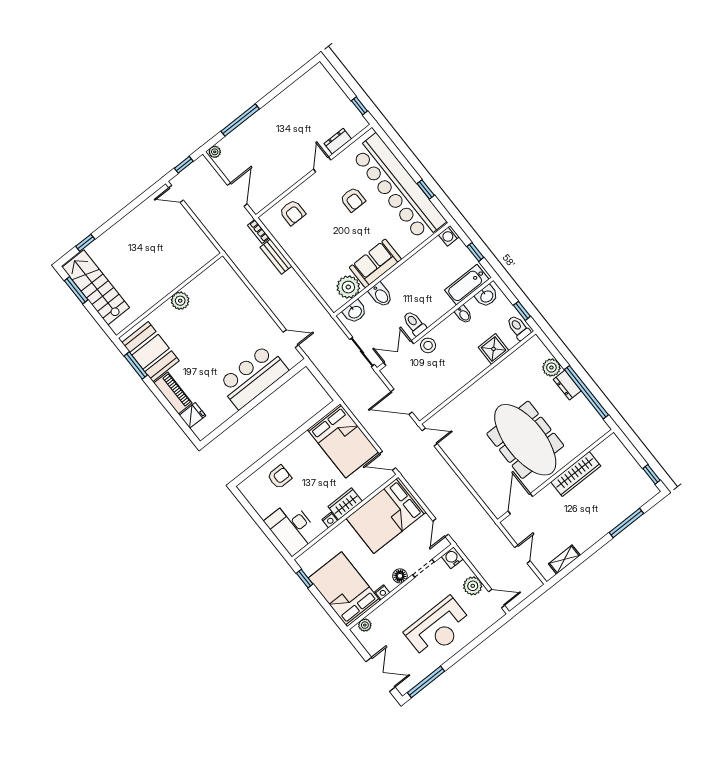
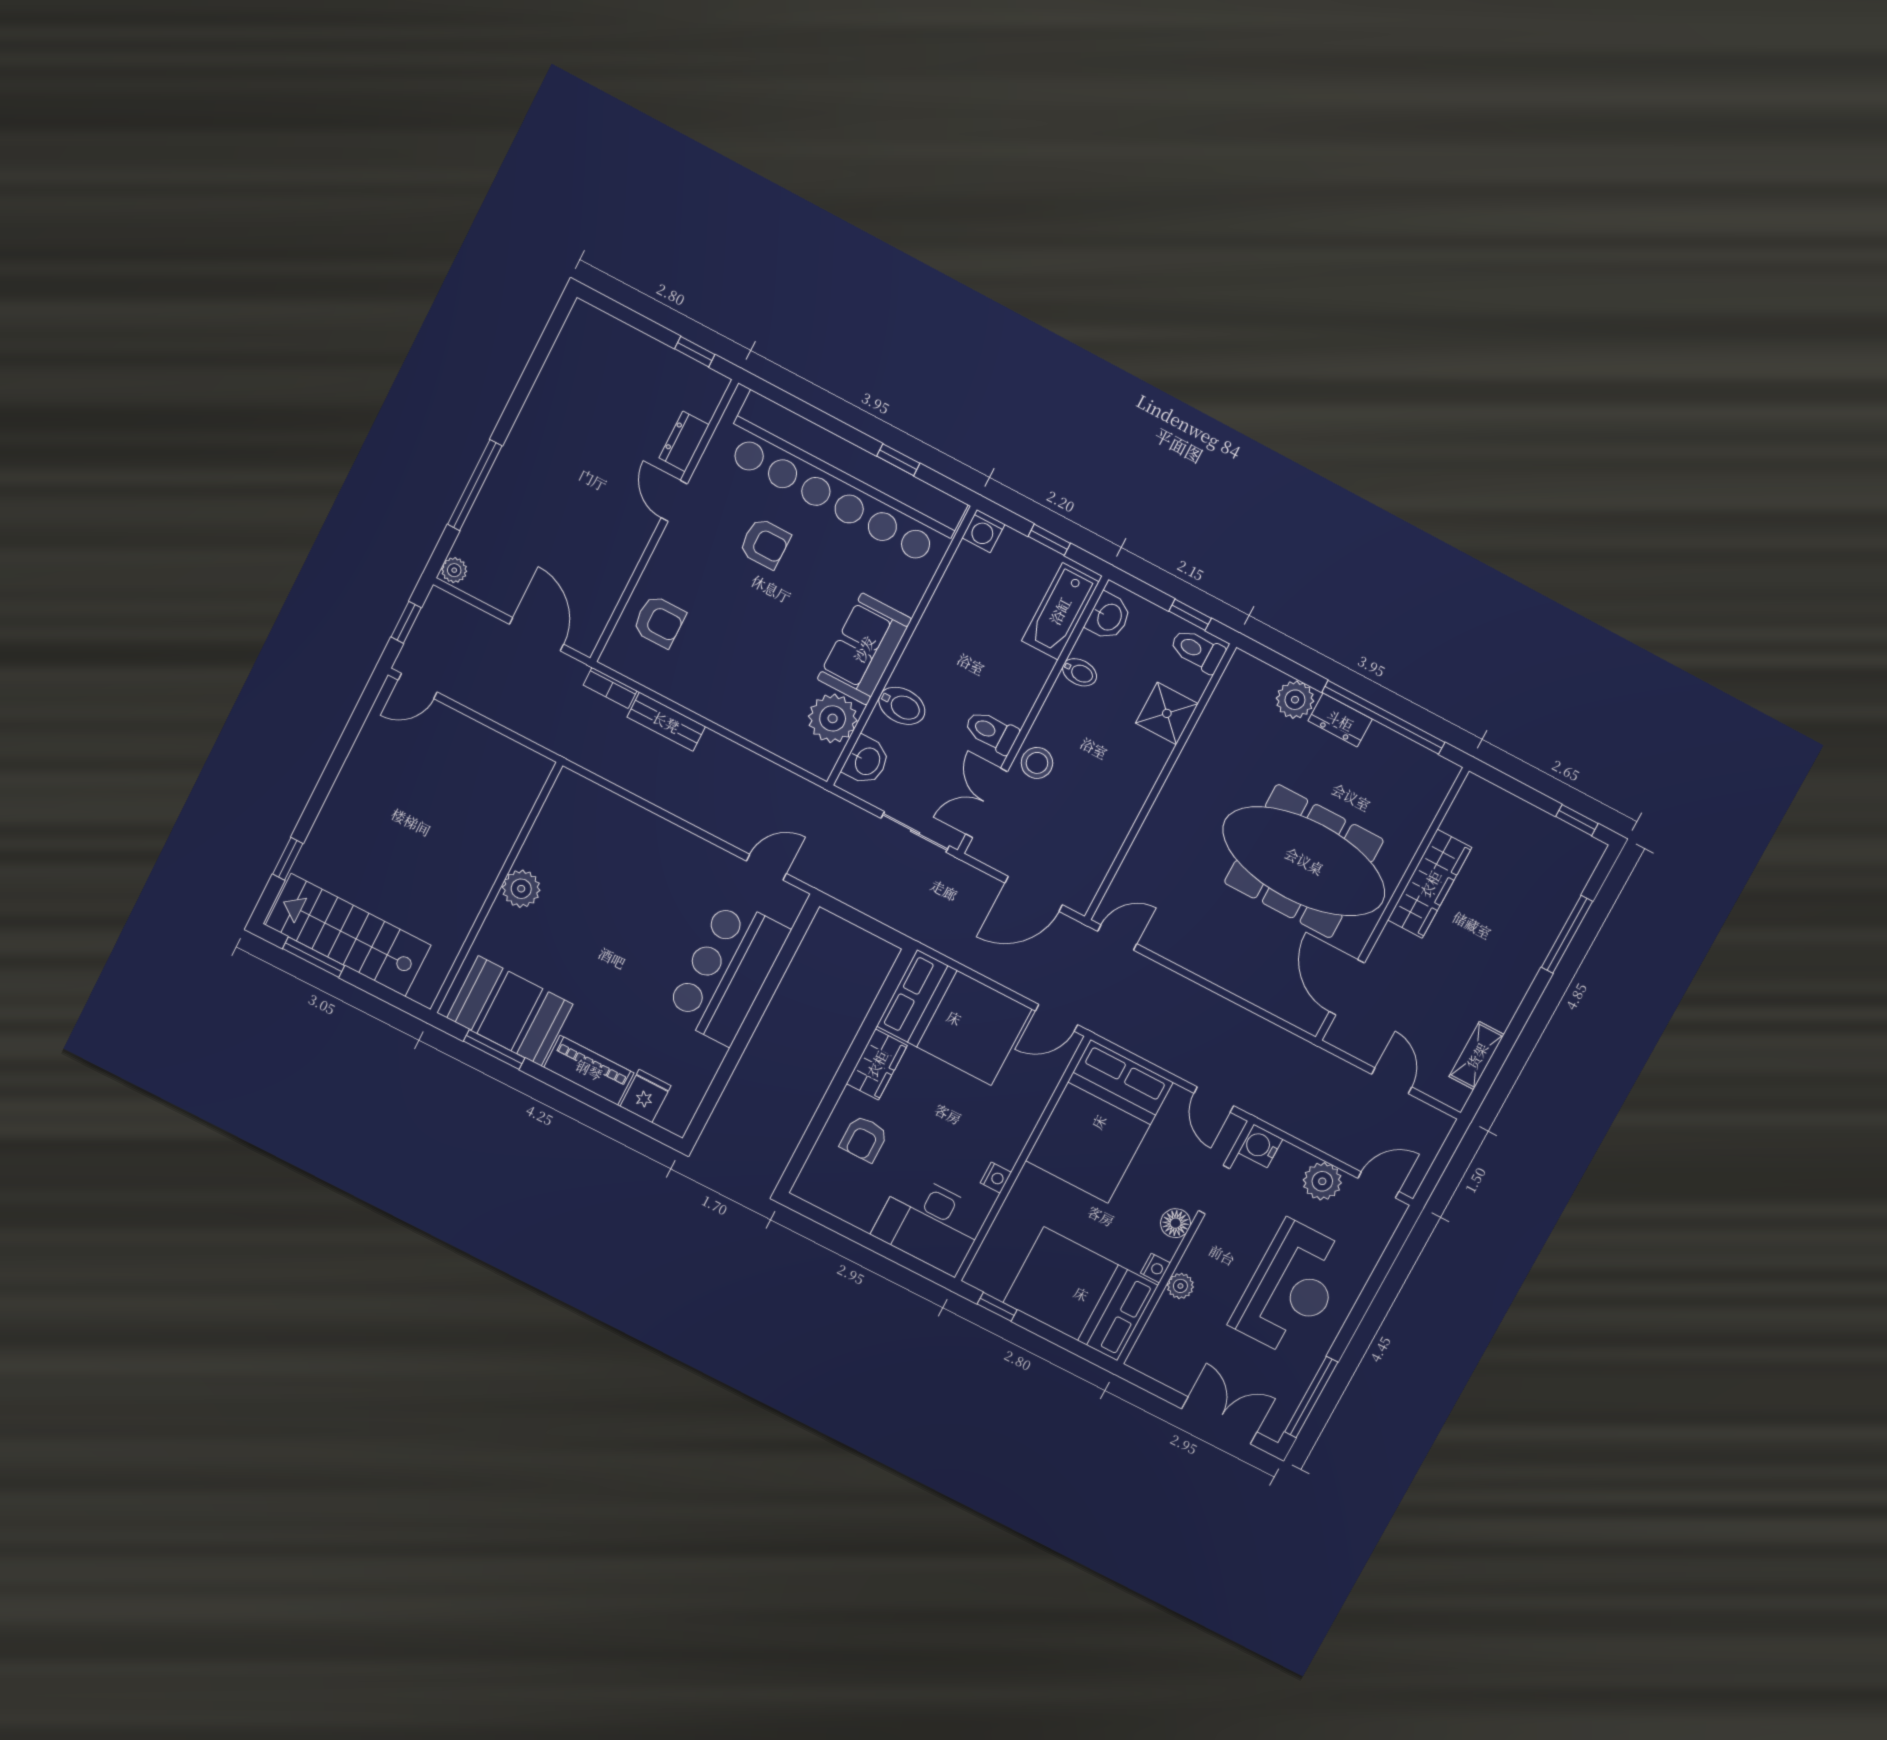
armchair: (279, 477) -> (864, 1139), turned 180
wardrobe: (345, 504) -> (877, 1064), moved, turned 180
plant: (365, 625) -> (1180, 1286), moved

